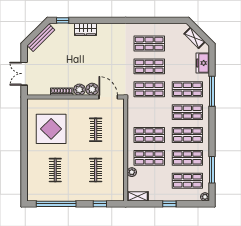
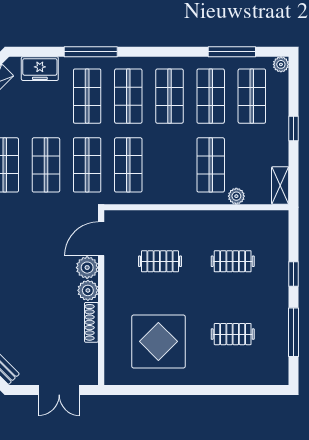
shop shelf: (149, 135) -> (128, 165), moved
window: (56, 204) -> (294, 332), width x0.68
window: (100, 204) -> (294, 274), moved

